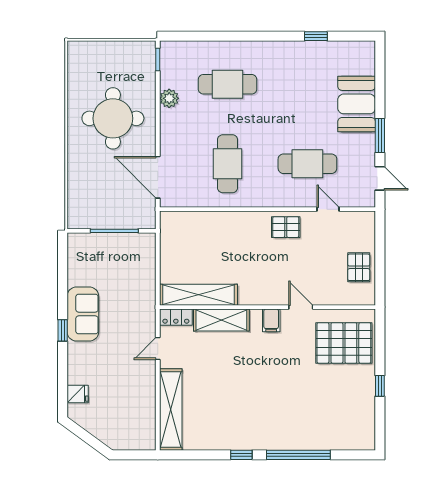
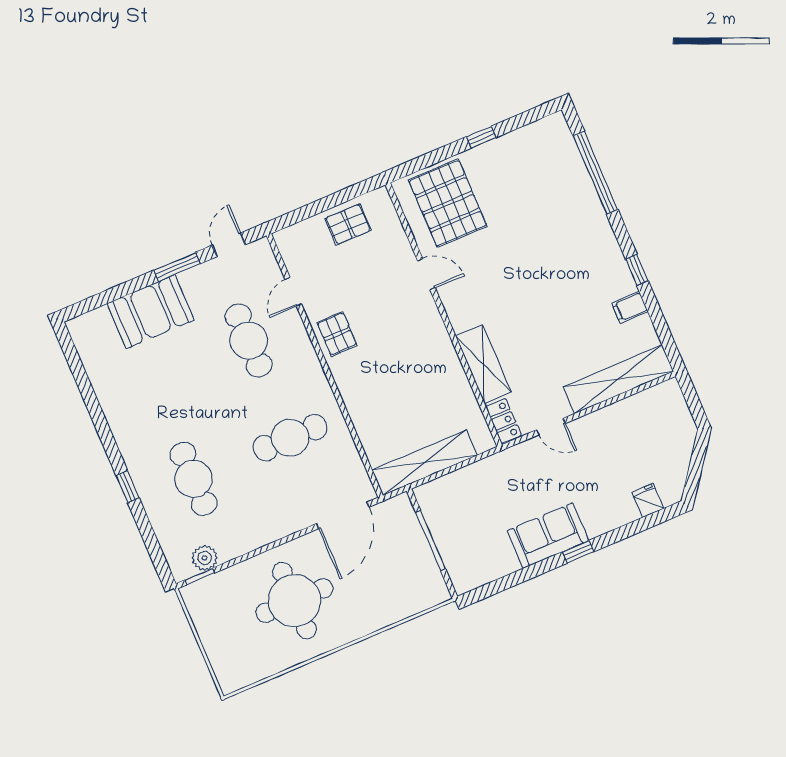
window: (316, 36) -> (128, 487), moved
plant: (169, 98) -> (205, 558), moved
shelving: (199, 295) -> (425, 463), moved, turned 90
door: (301, 307) -> (426, 274), swing flipped
filing cabinet: (271, 320) -> (630, 307), moved, turned 180
window: (298, 455) -> (595, 173), moved

